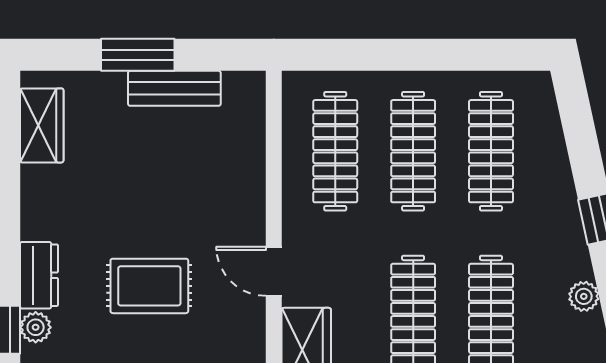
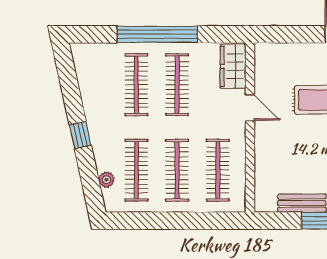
plant: (584, 296) -> (106, 180), moved

